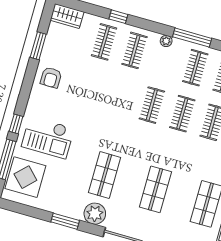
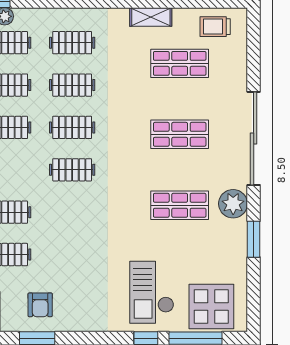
armchair: (51, 78) -> (40, 305), moved, turned 90
checkout: (48, 137) -> (152, 292), turned 180

